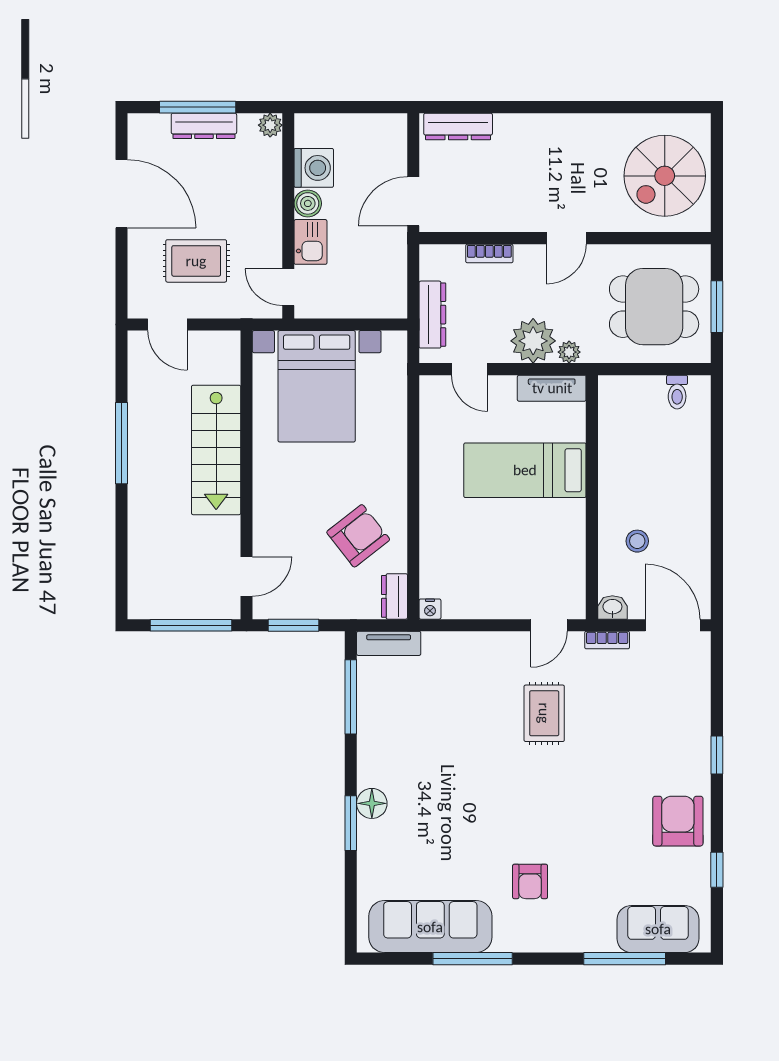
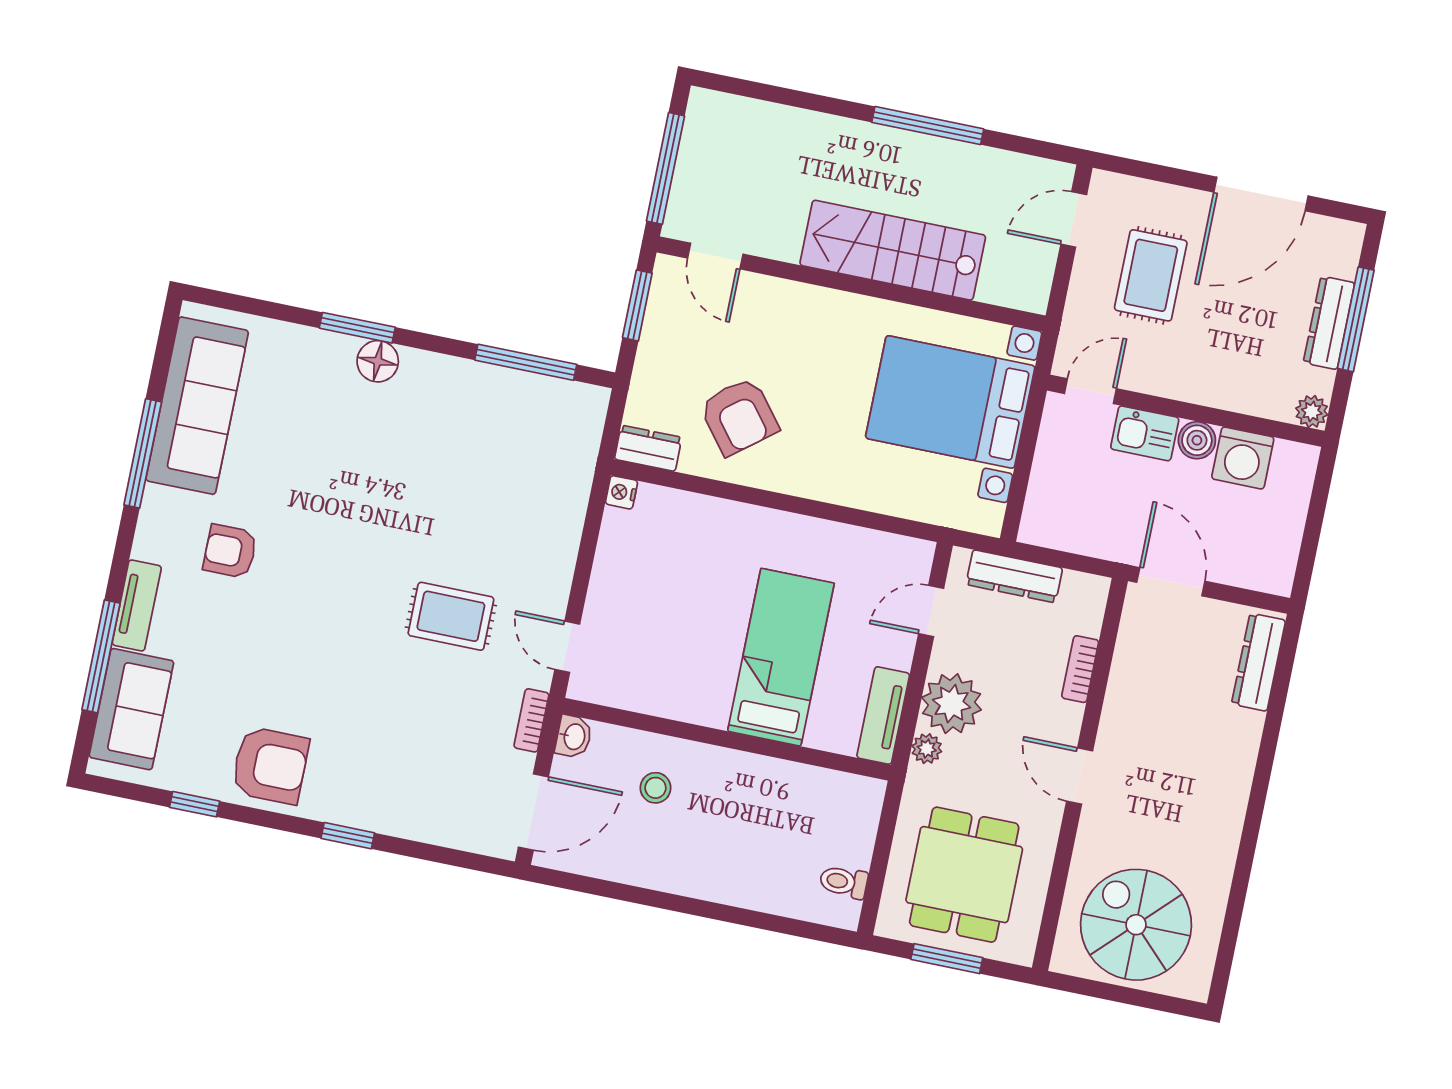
tv unit: (389, 643) -> (137, 605), moved, turned 180

